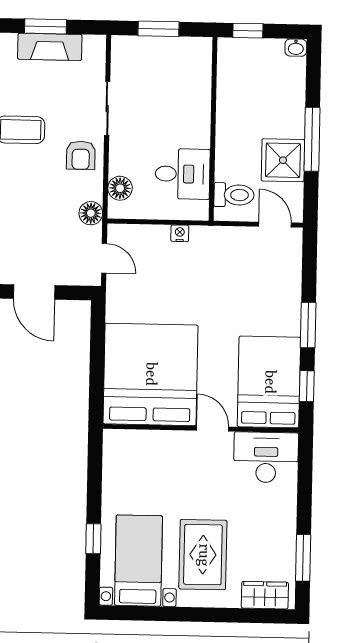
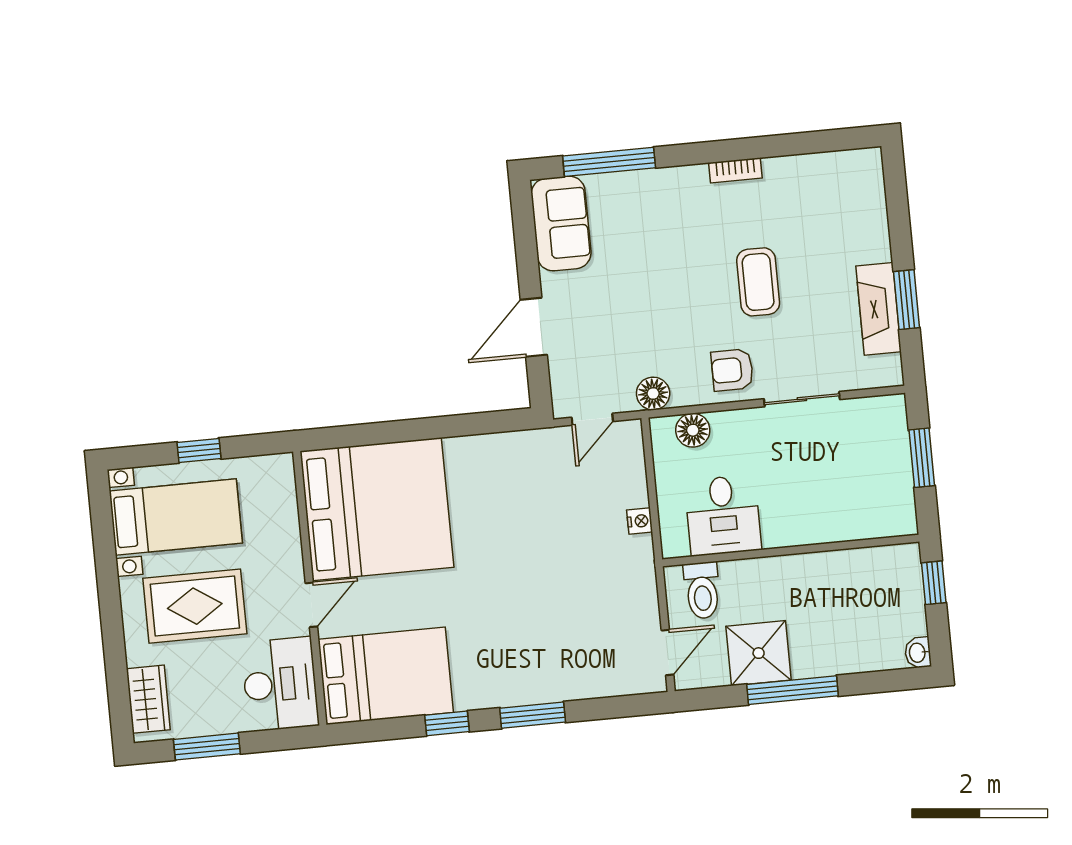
bed: (150, 374) -> (377, 509), moved
bed: (269, 382) -> (386, 676), moved
wall: (201, 428) -> (310, 588), moved
door: (213, 429) -> (311, 605), moved
desk: (266, 457) -> (280, 684), moved

